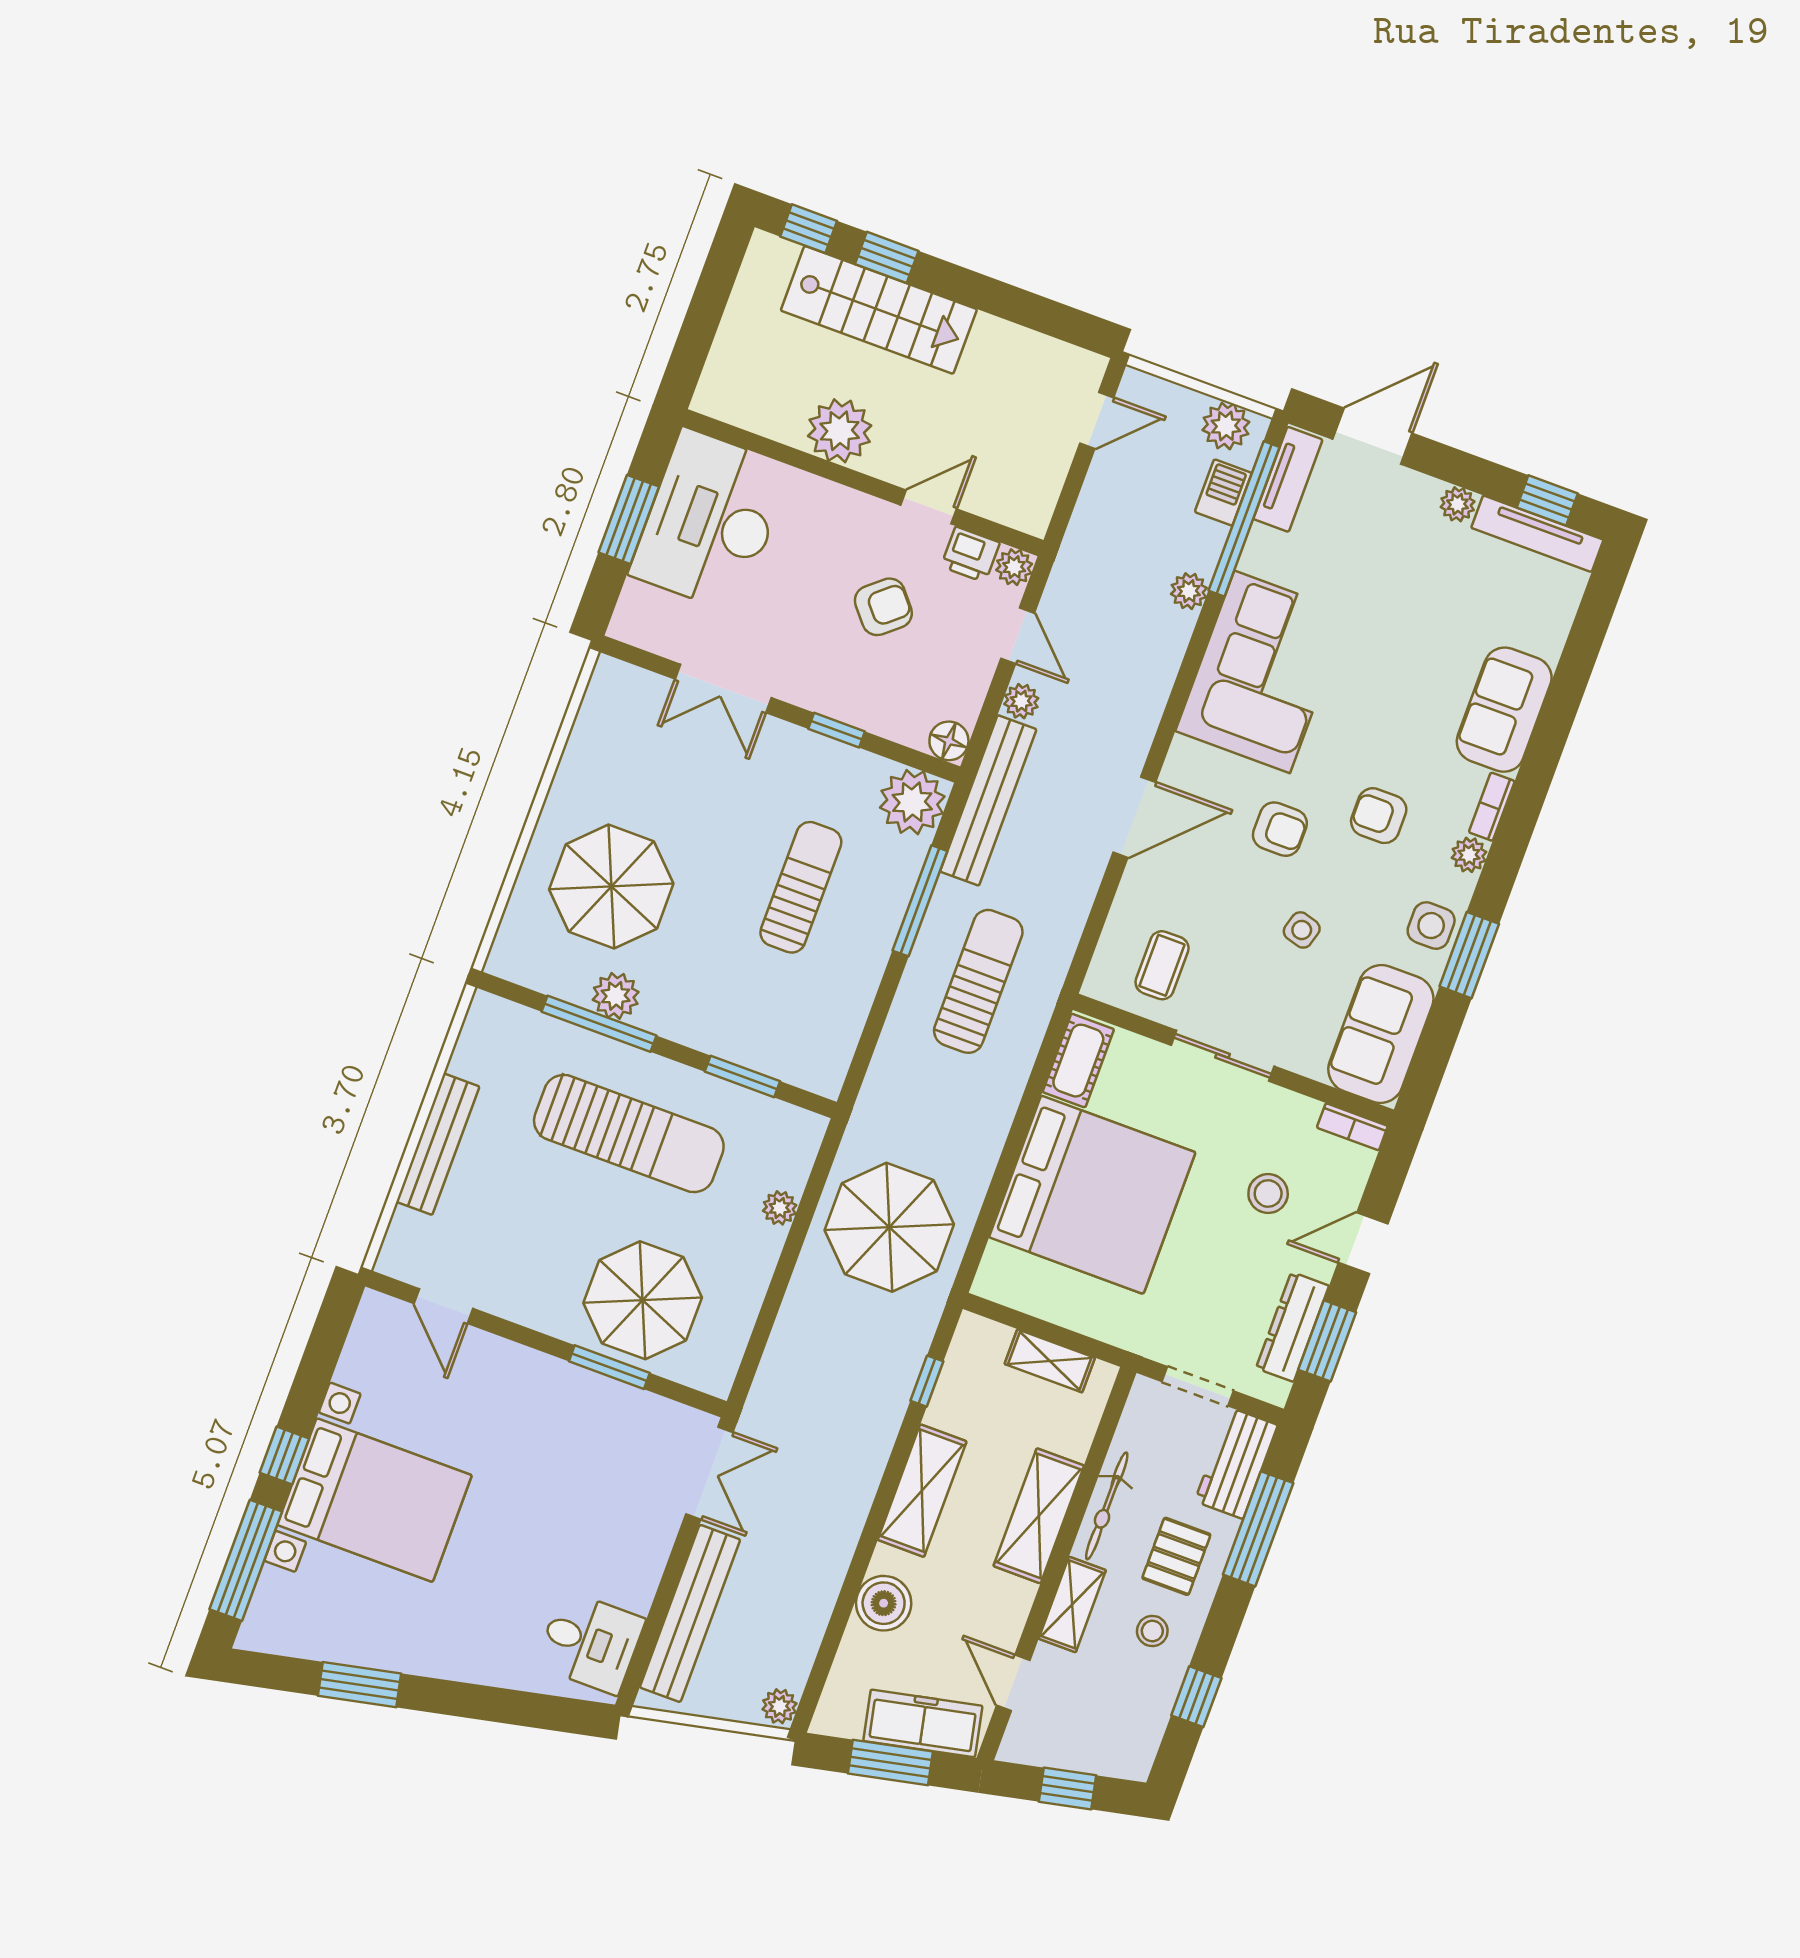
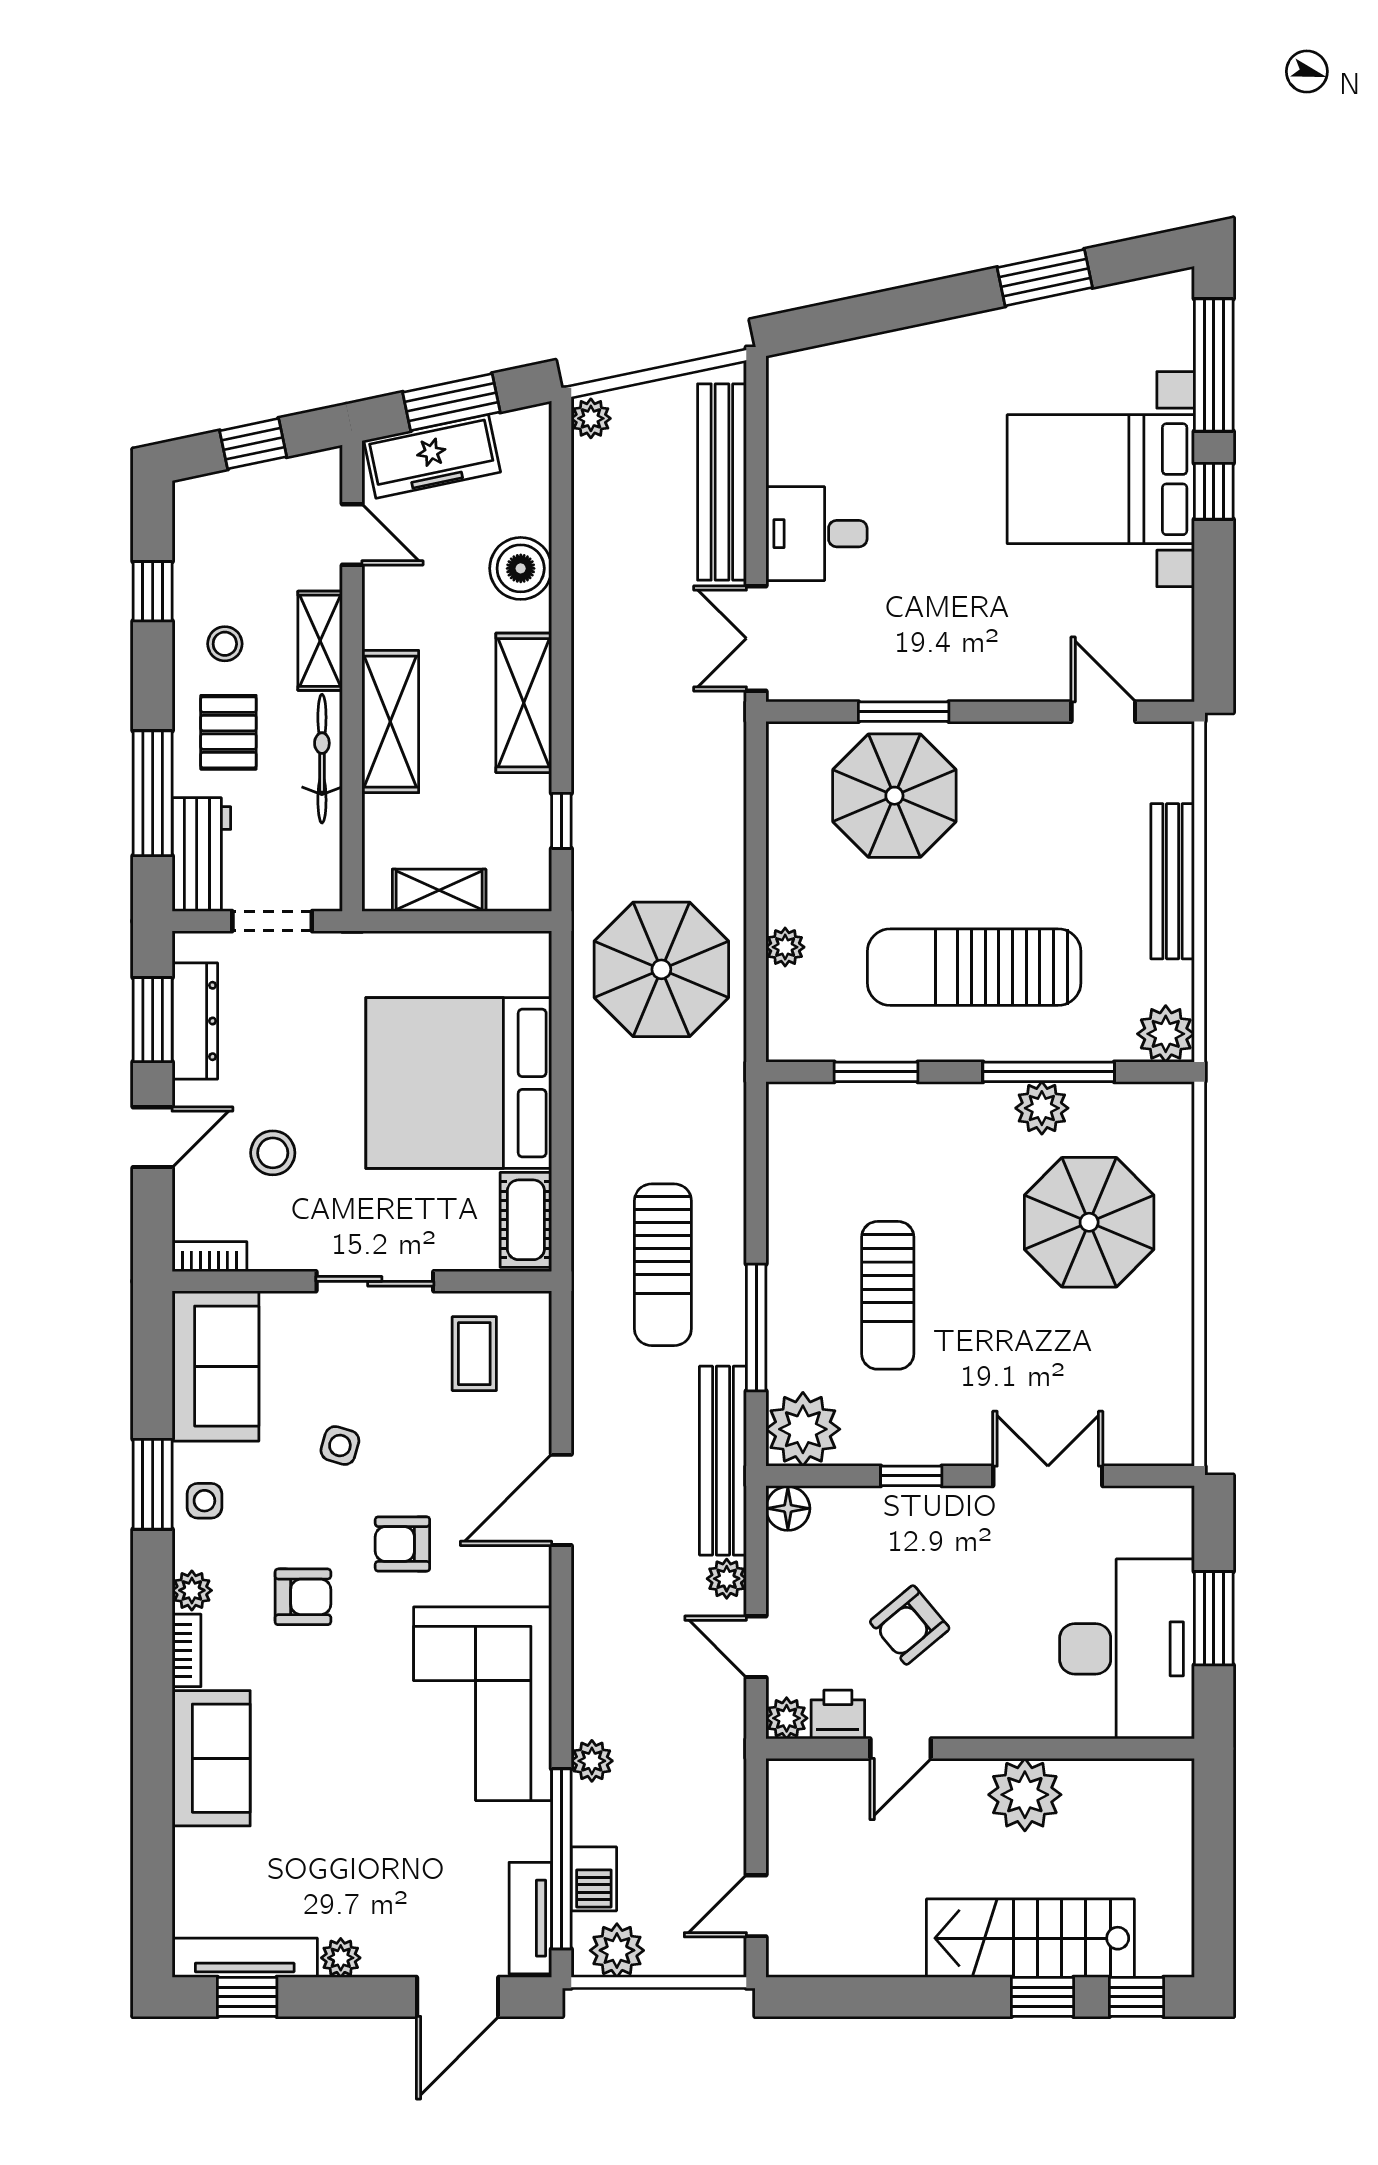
side table: (1431, 926) -> (204, 1501), width x0.73, depth x0.73
plant: (490, 1020) -> (1166, 1034), added
desk: (590, 1642) -> (816, 534), moved

